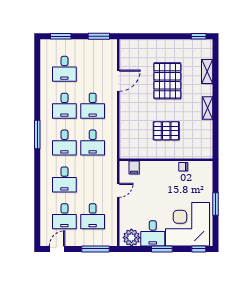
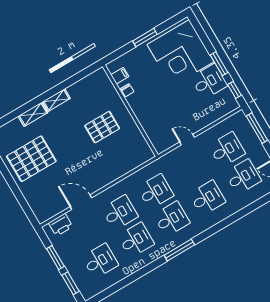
window: (99, 36) -> (55, 258), moved
printer: (110, 55) -> (61, 225), added
shelving: (207, 71) -> (33, 114), moved
pallet: (167, 81) -> (31, 159), moved
pallet: (166, 131) -> (102, 127), turned 90
filing cabinet: (134, 168) -> (120, 76), moved
plant: (131, 238) -> (225, 100), removed
window: (199, 249) -> (234, 90), moved

